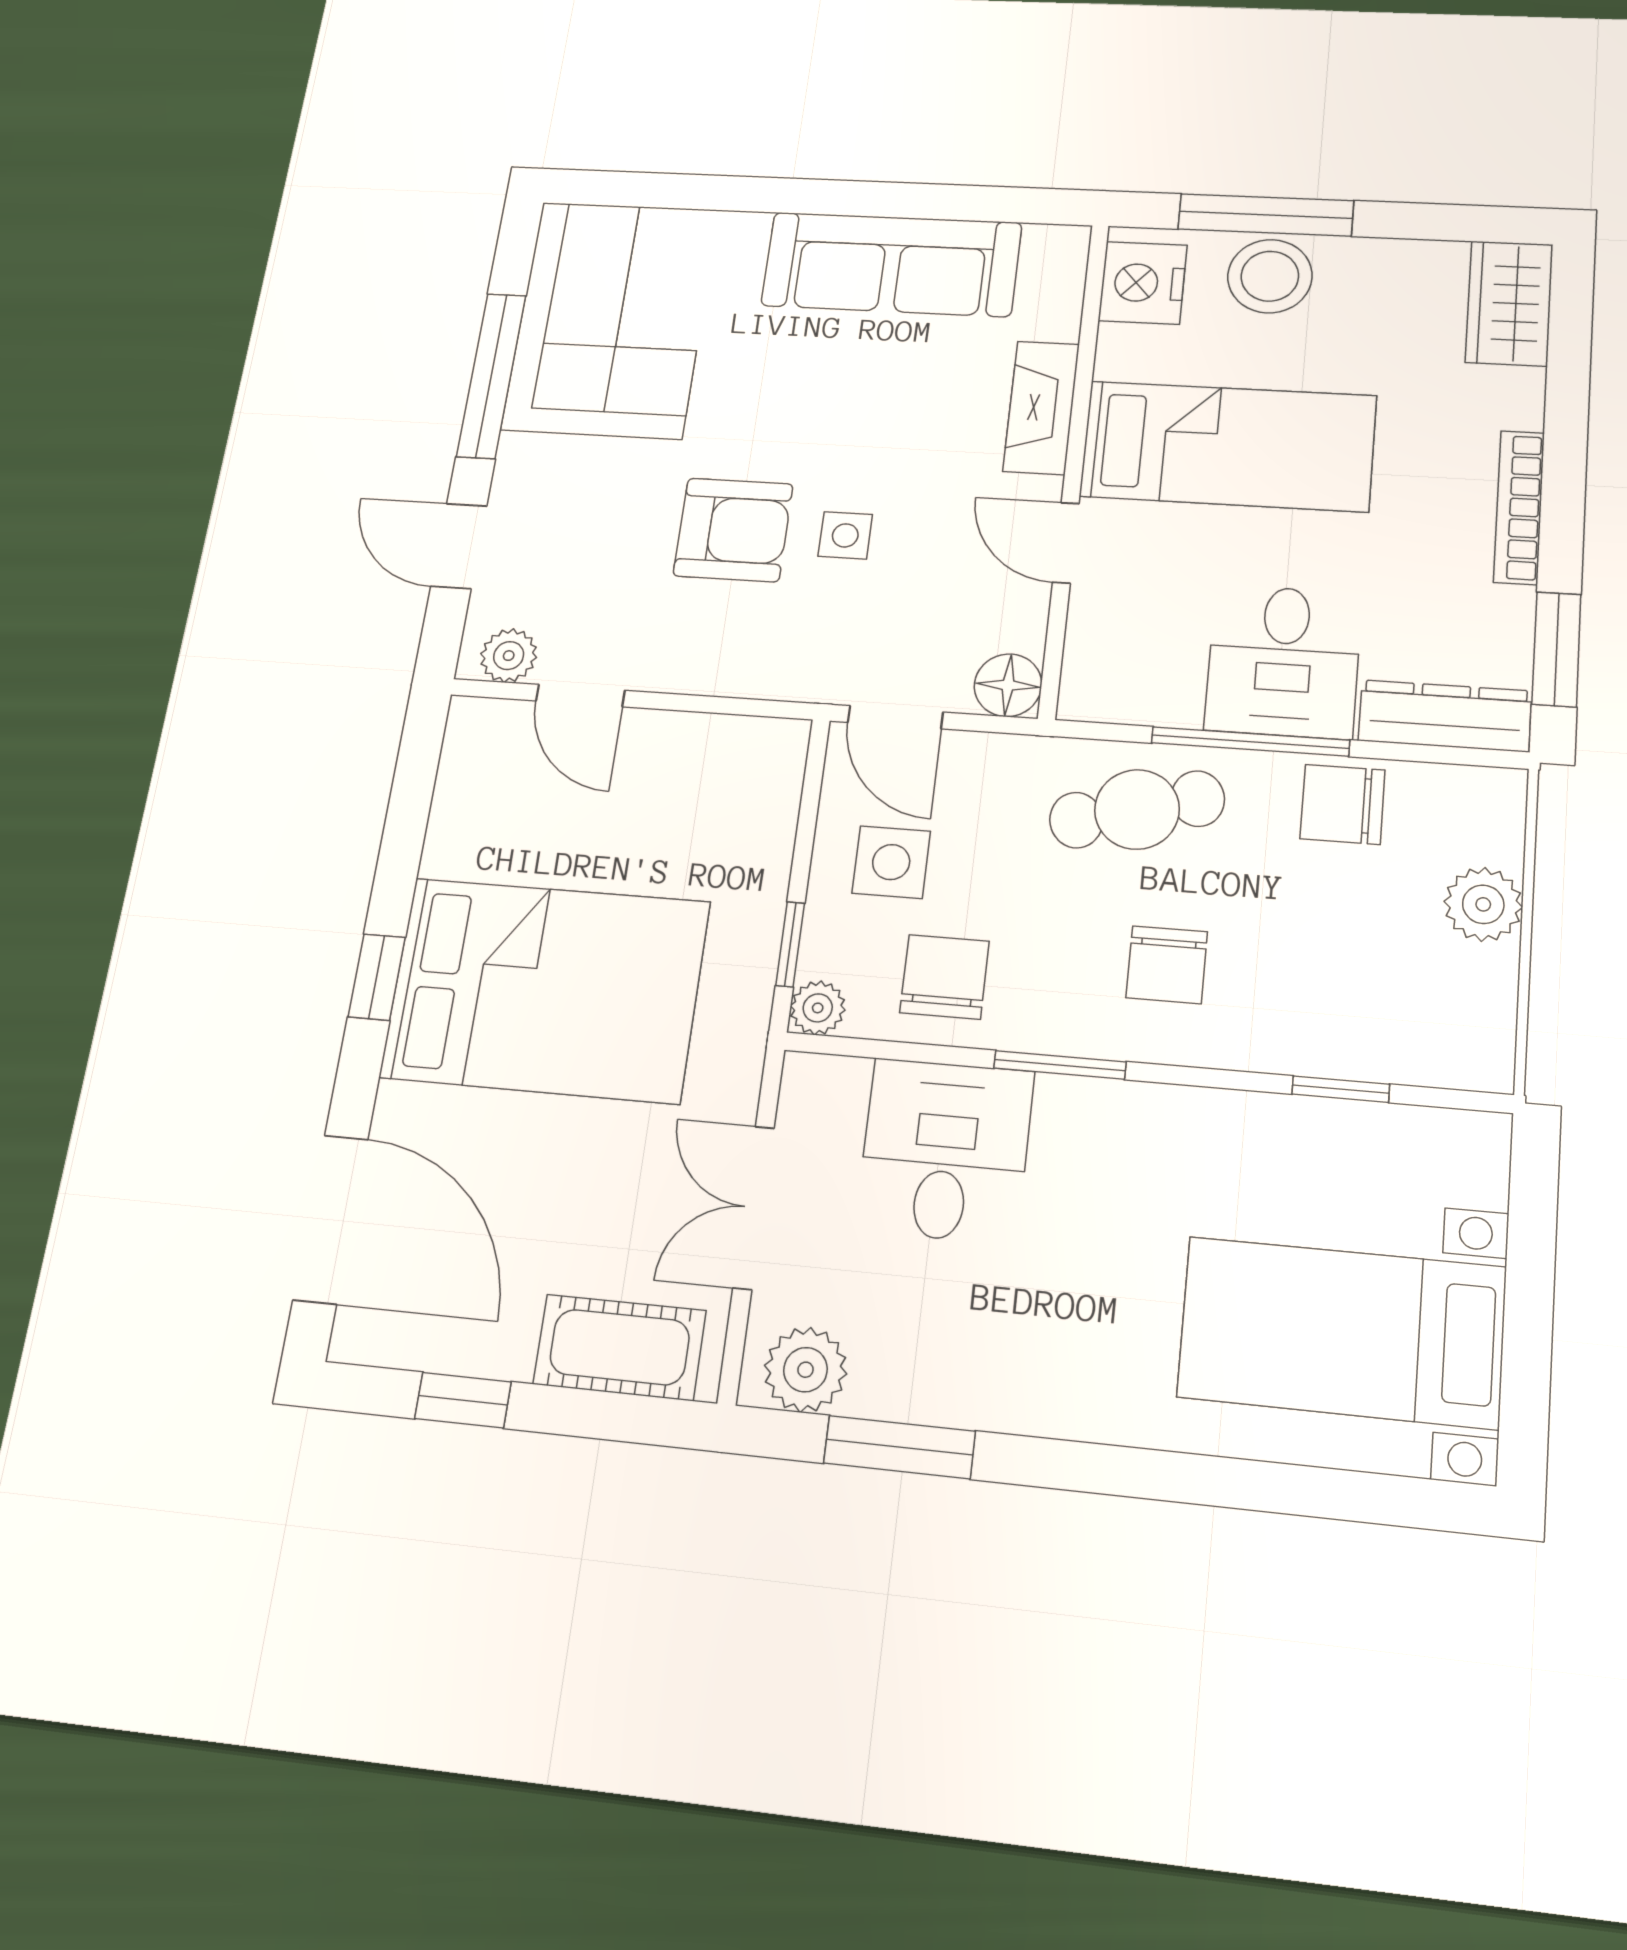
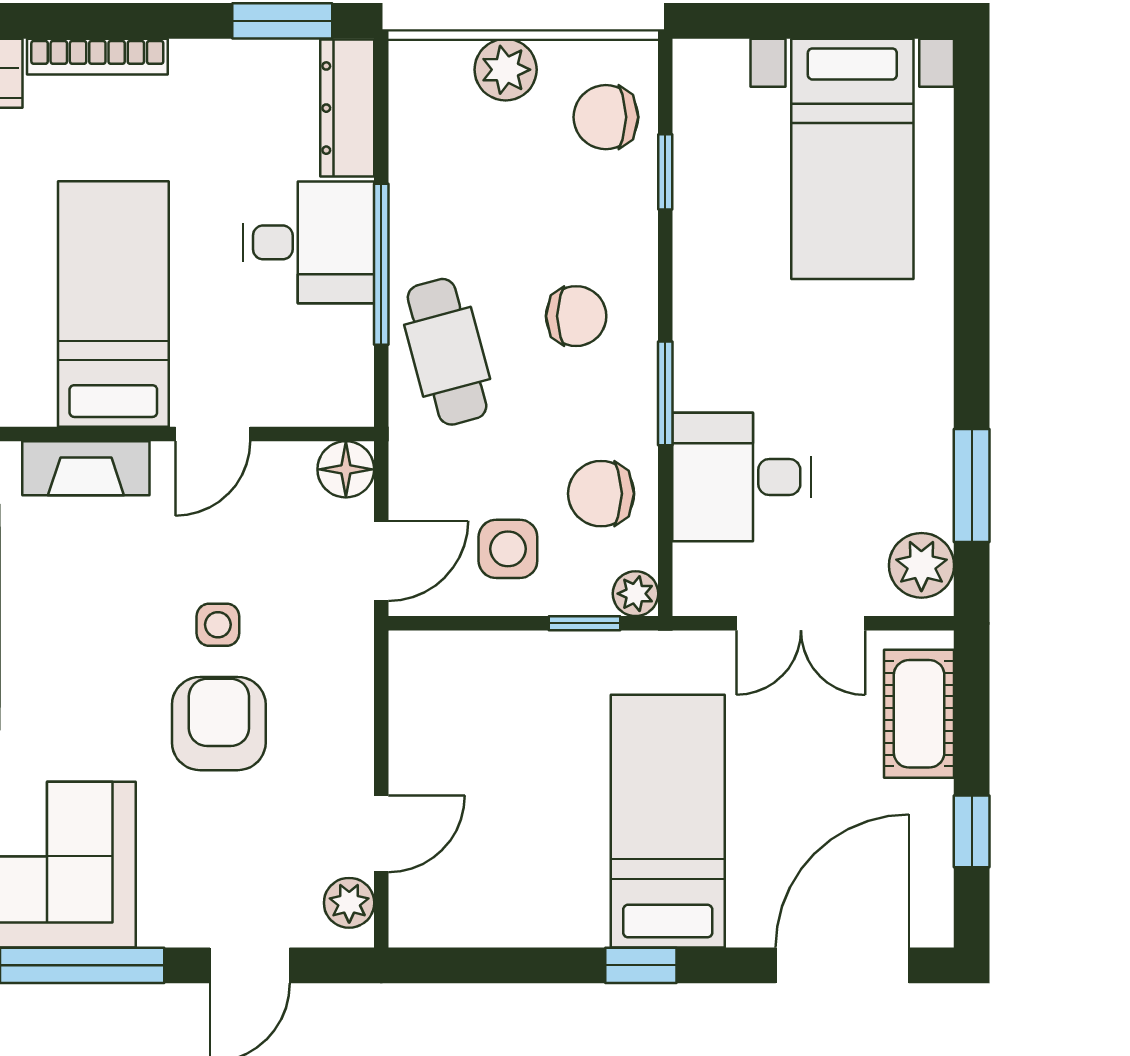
bookcase: (1519, 507) -> (97, 57), moved
chair: (1343, 804) -> (606, 117), moved, turned 90
bed: (545, 989) -> (668, 821), width x0.67

